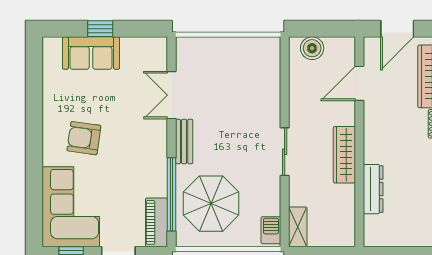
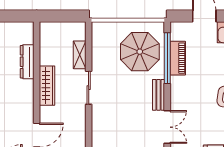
piano: (156, 222) -> (178, 58), moved
shelving: (298, 227) -> (80, 55), moved
barbecue: (271, 230) -> (98, 33), removed

